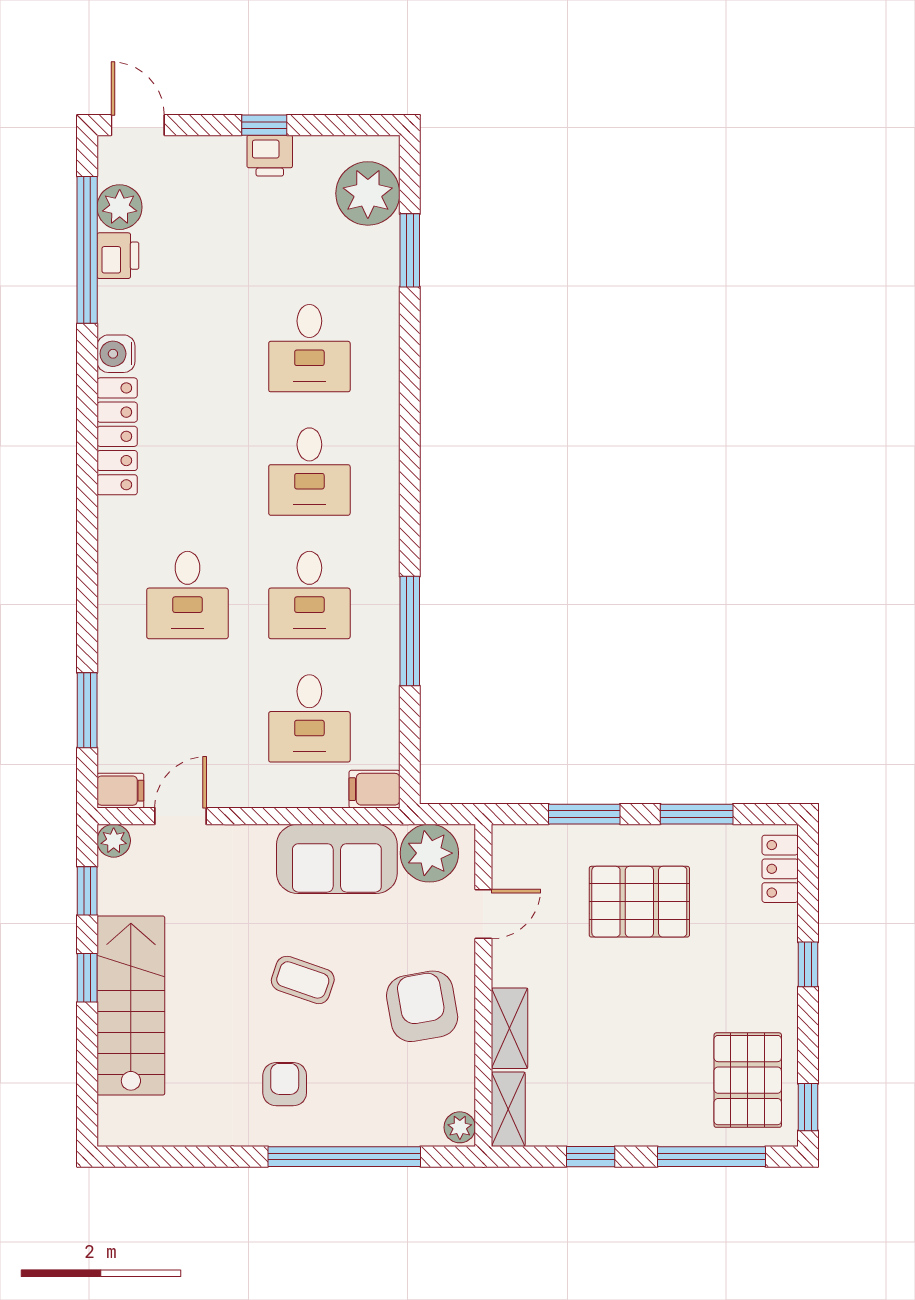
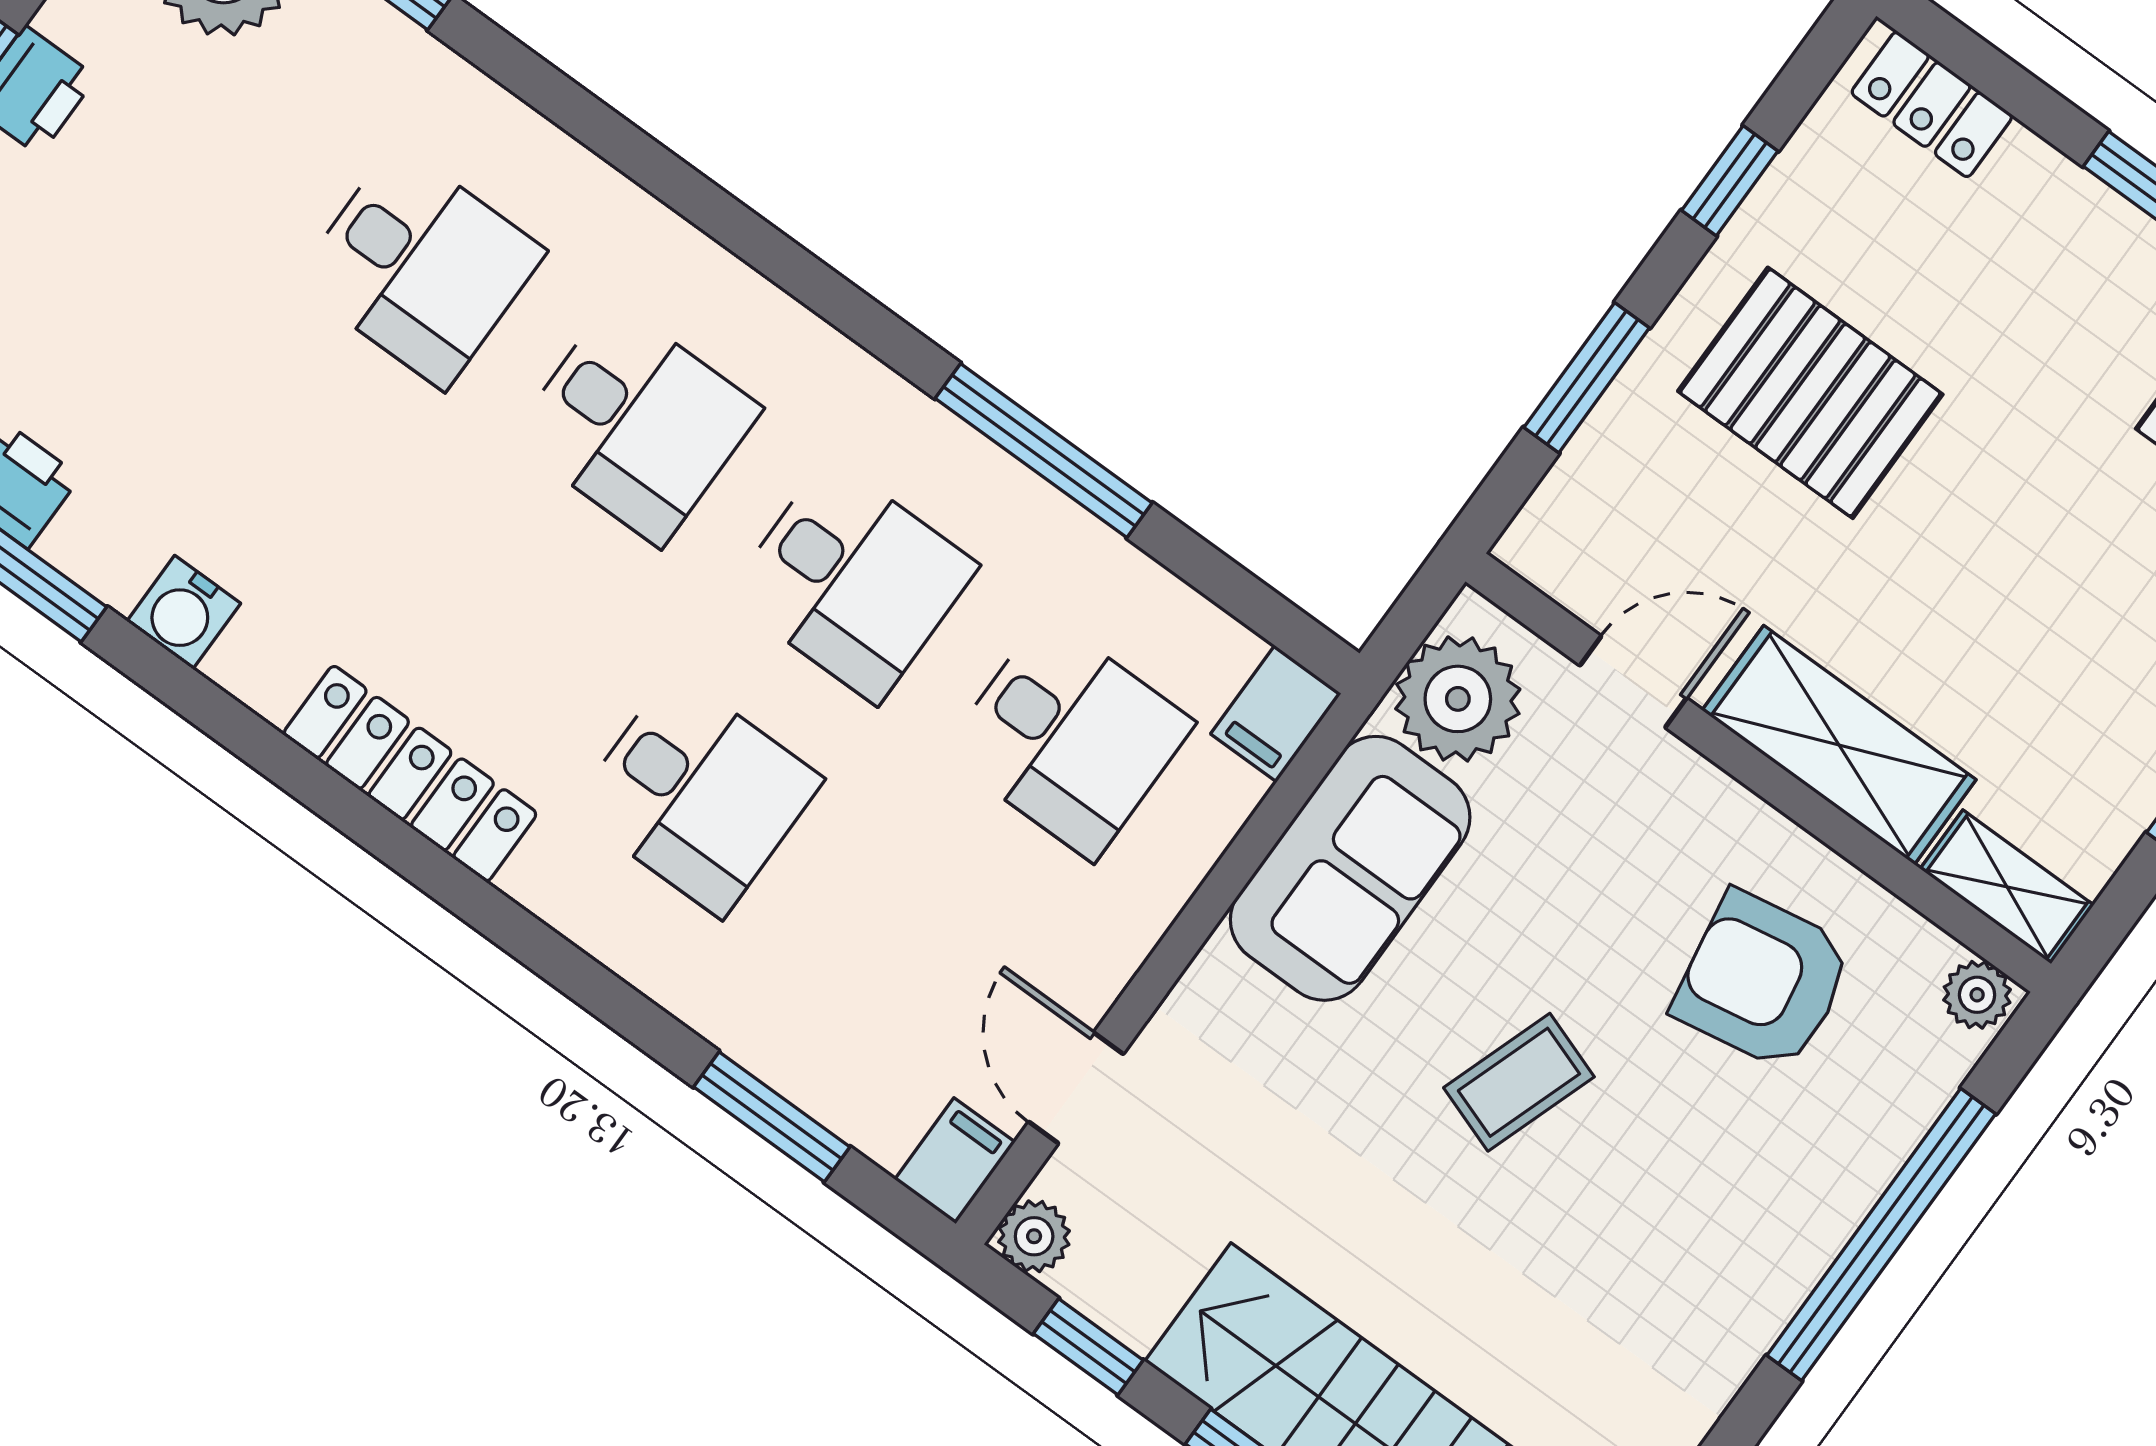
locker: (117, 436) -> (410, 774), moved
window: (697, 814) -> (1730, 181), width x0.67
pallet: (639, 902) -> (1810, 393), turned 90
door: (483, 914) -> (1633, 682), hinge flipped
armchair: (422, 1006) -> (1763, 981), moved
shelving: (510, 1028) -> (1839, 745), width x1.50, depth x1.33
armchair: (285, 1084) -> (1678, 1247), removed

